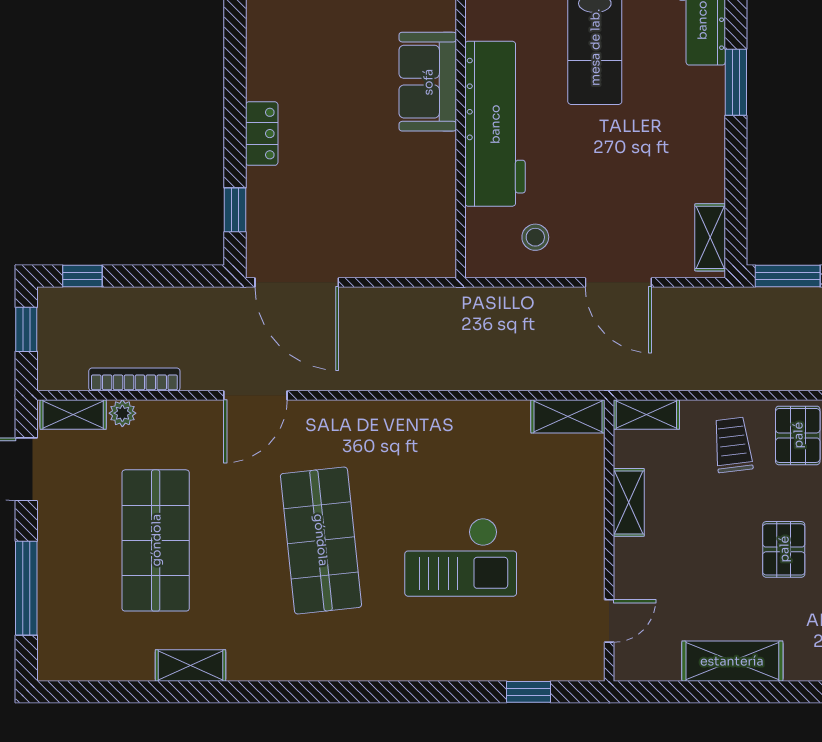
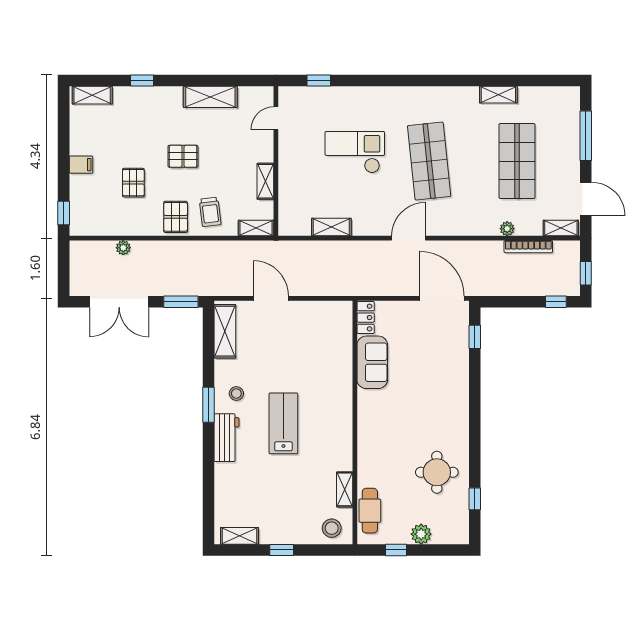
sofa: (428, 82) -> (372, 362), moved
workbench: (495, 124) -> (337, 383), removed
locker: (262, 134) -> (366, 318), moved, turned 180
stool: (535, 237) -> (236, 393), moved
shelving: (710, 237) -> (225, 331), width x1.50, depth x1.33
door: (255, 395) -> (409, 238), moved
plant: (122, 413) -> (507, 229), moved
shelving: (568, 416) -> (331, 227), moved
pallet: (784, 549) -> (183, 156), turned 90

